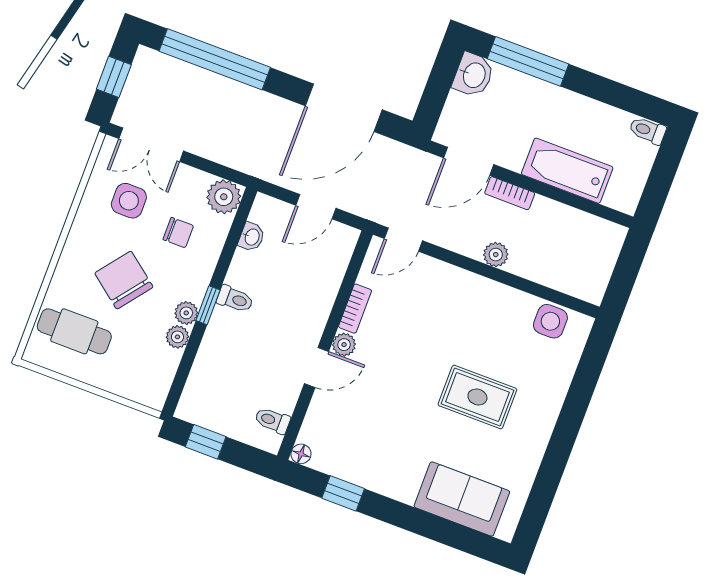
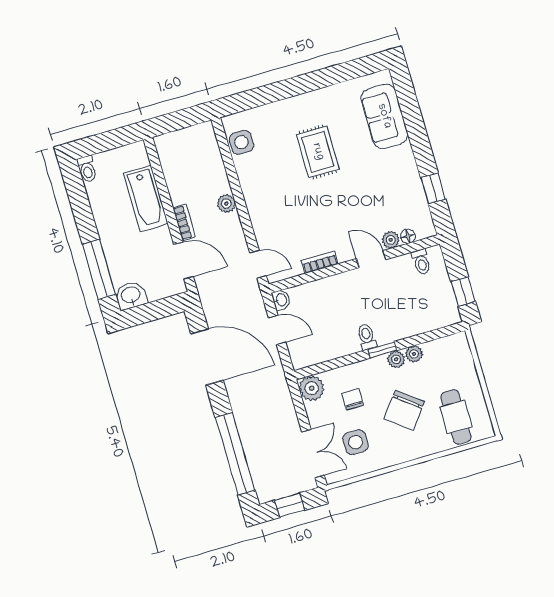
washbasin: (252, 237) -> (281, 300), moved, turned 90
plant: (344, 345) -> (391, 240), moved
floor lamp: (301, 454) -> (408, 236), moved

